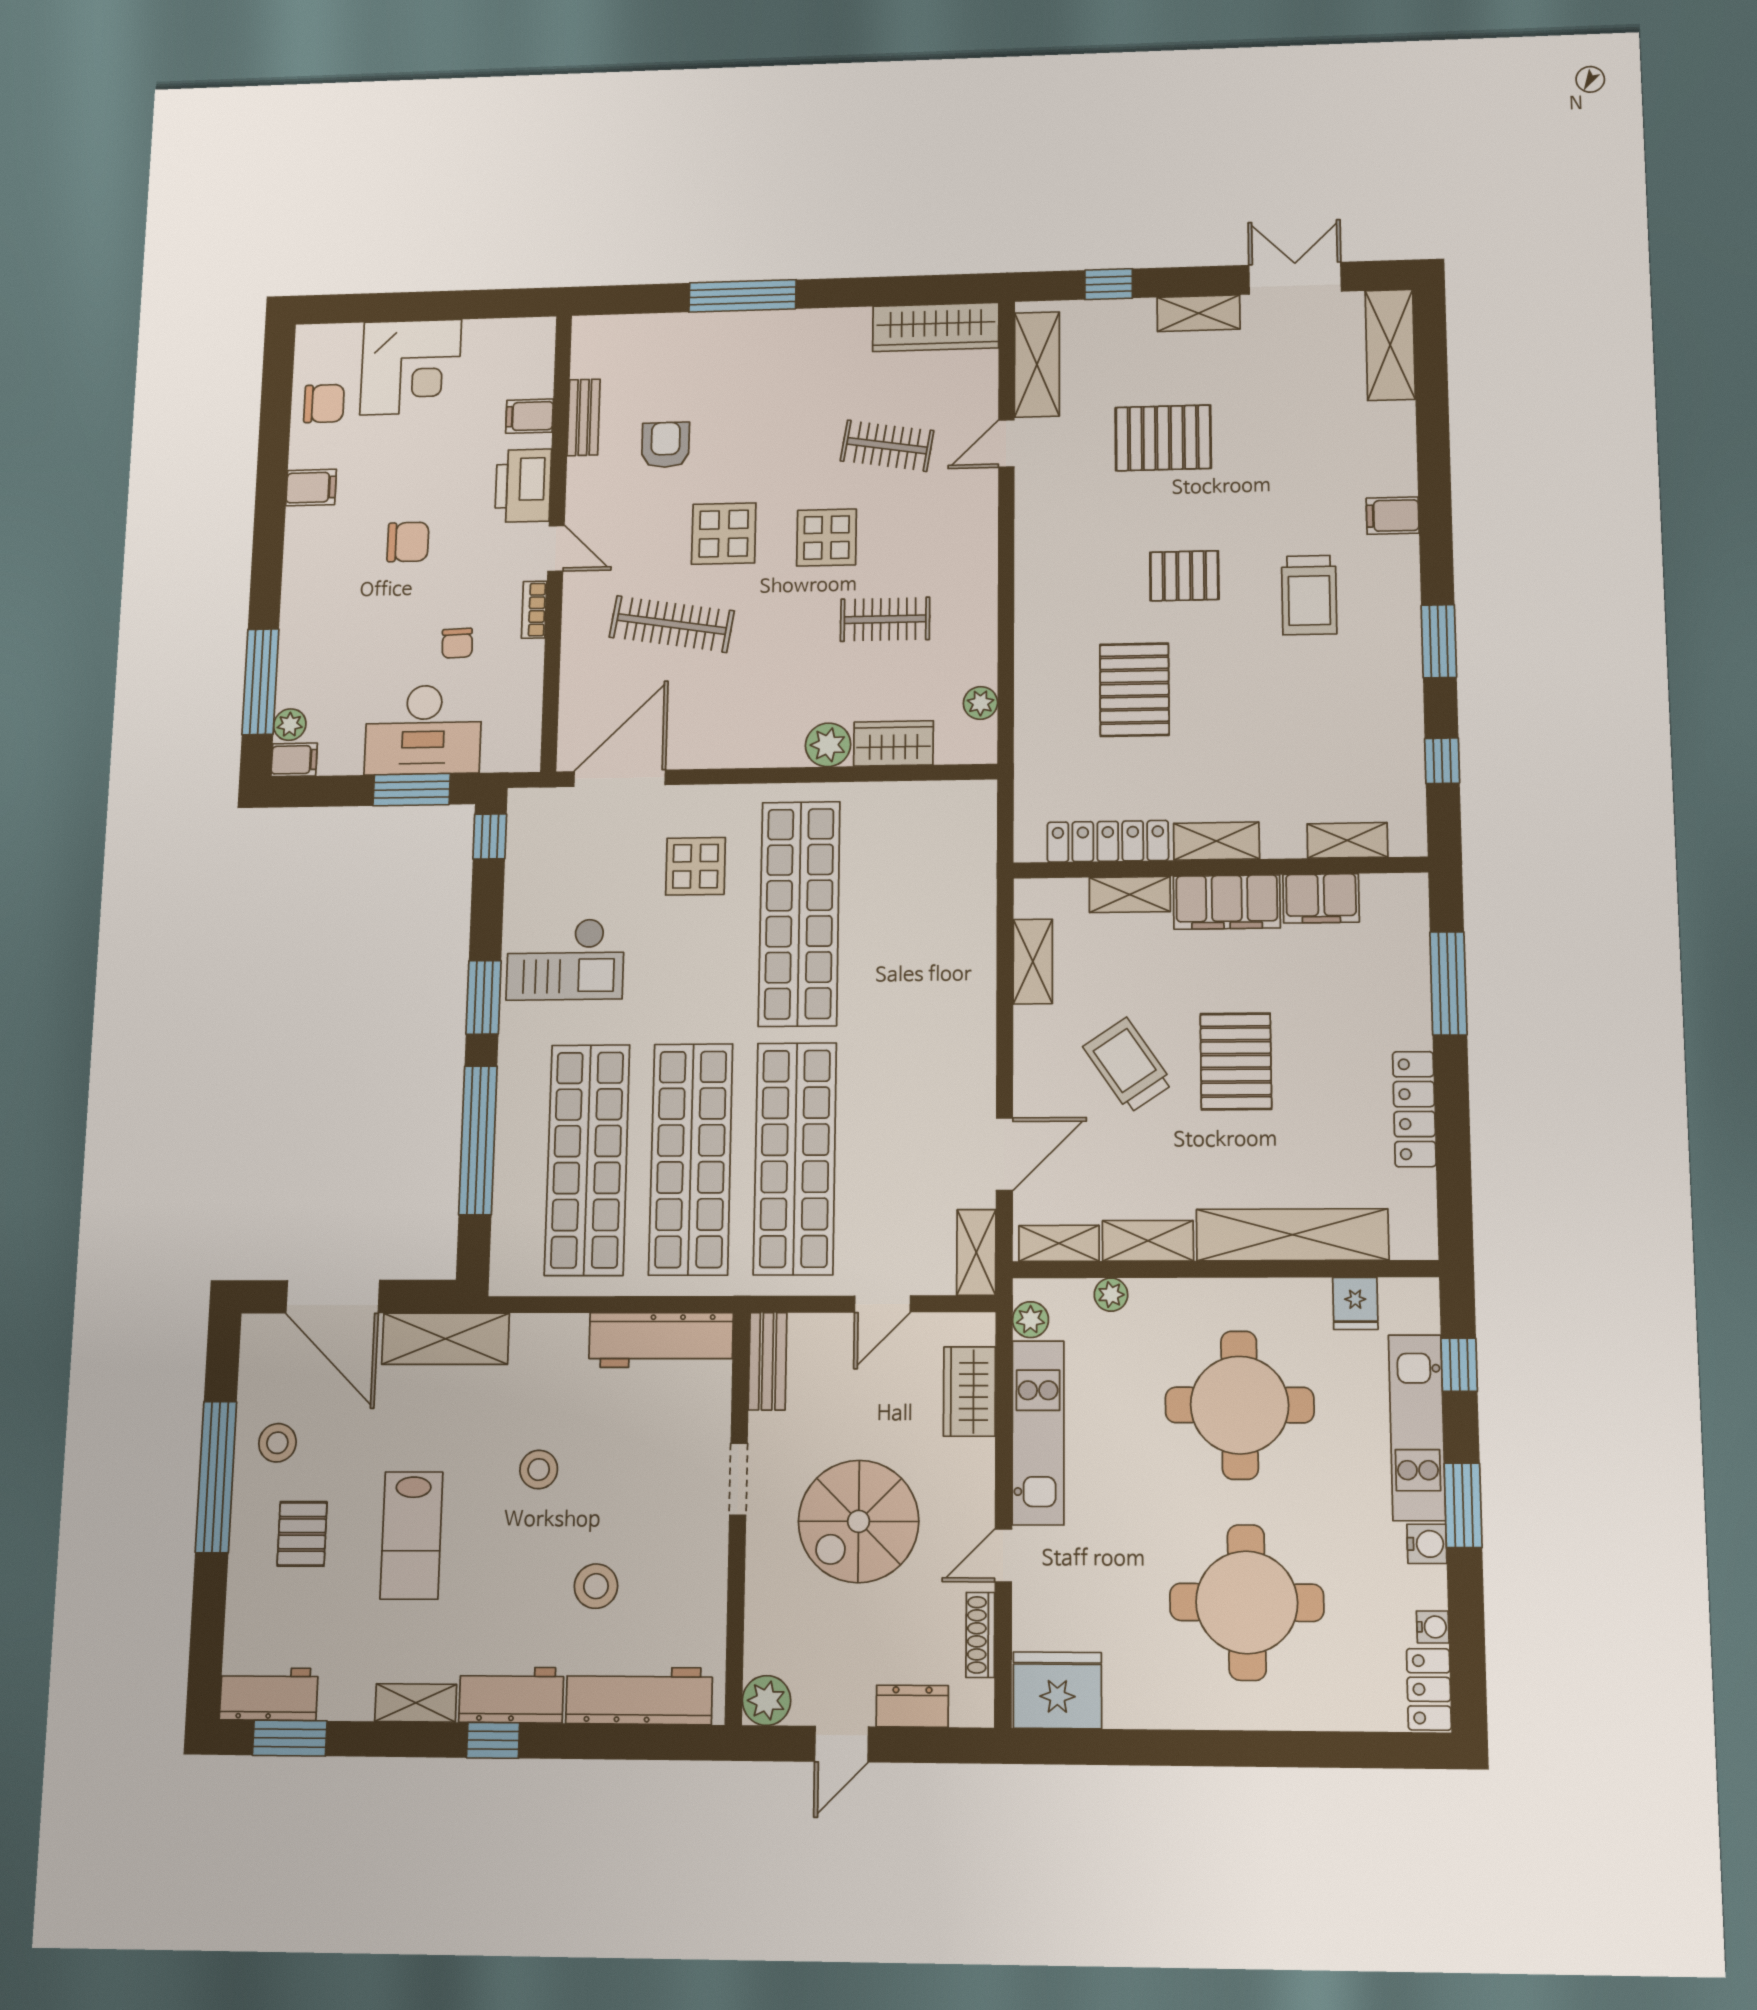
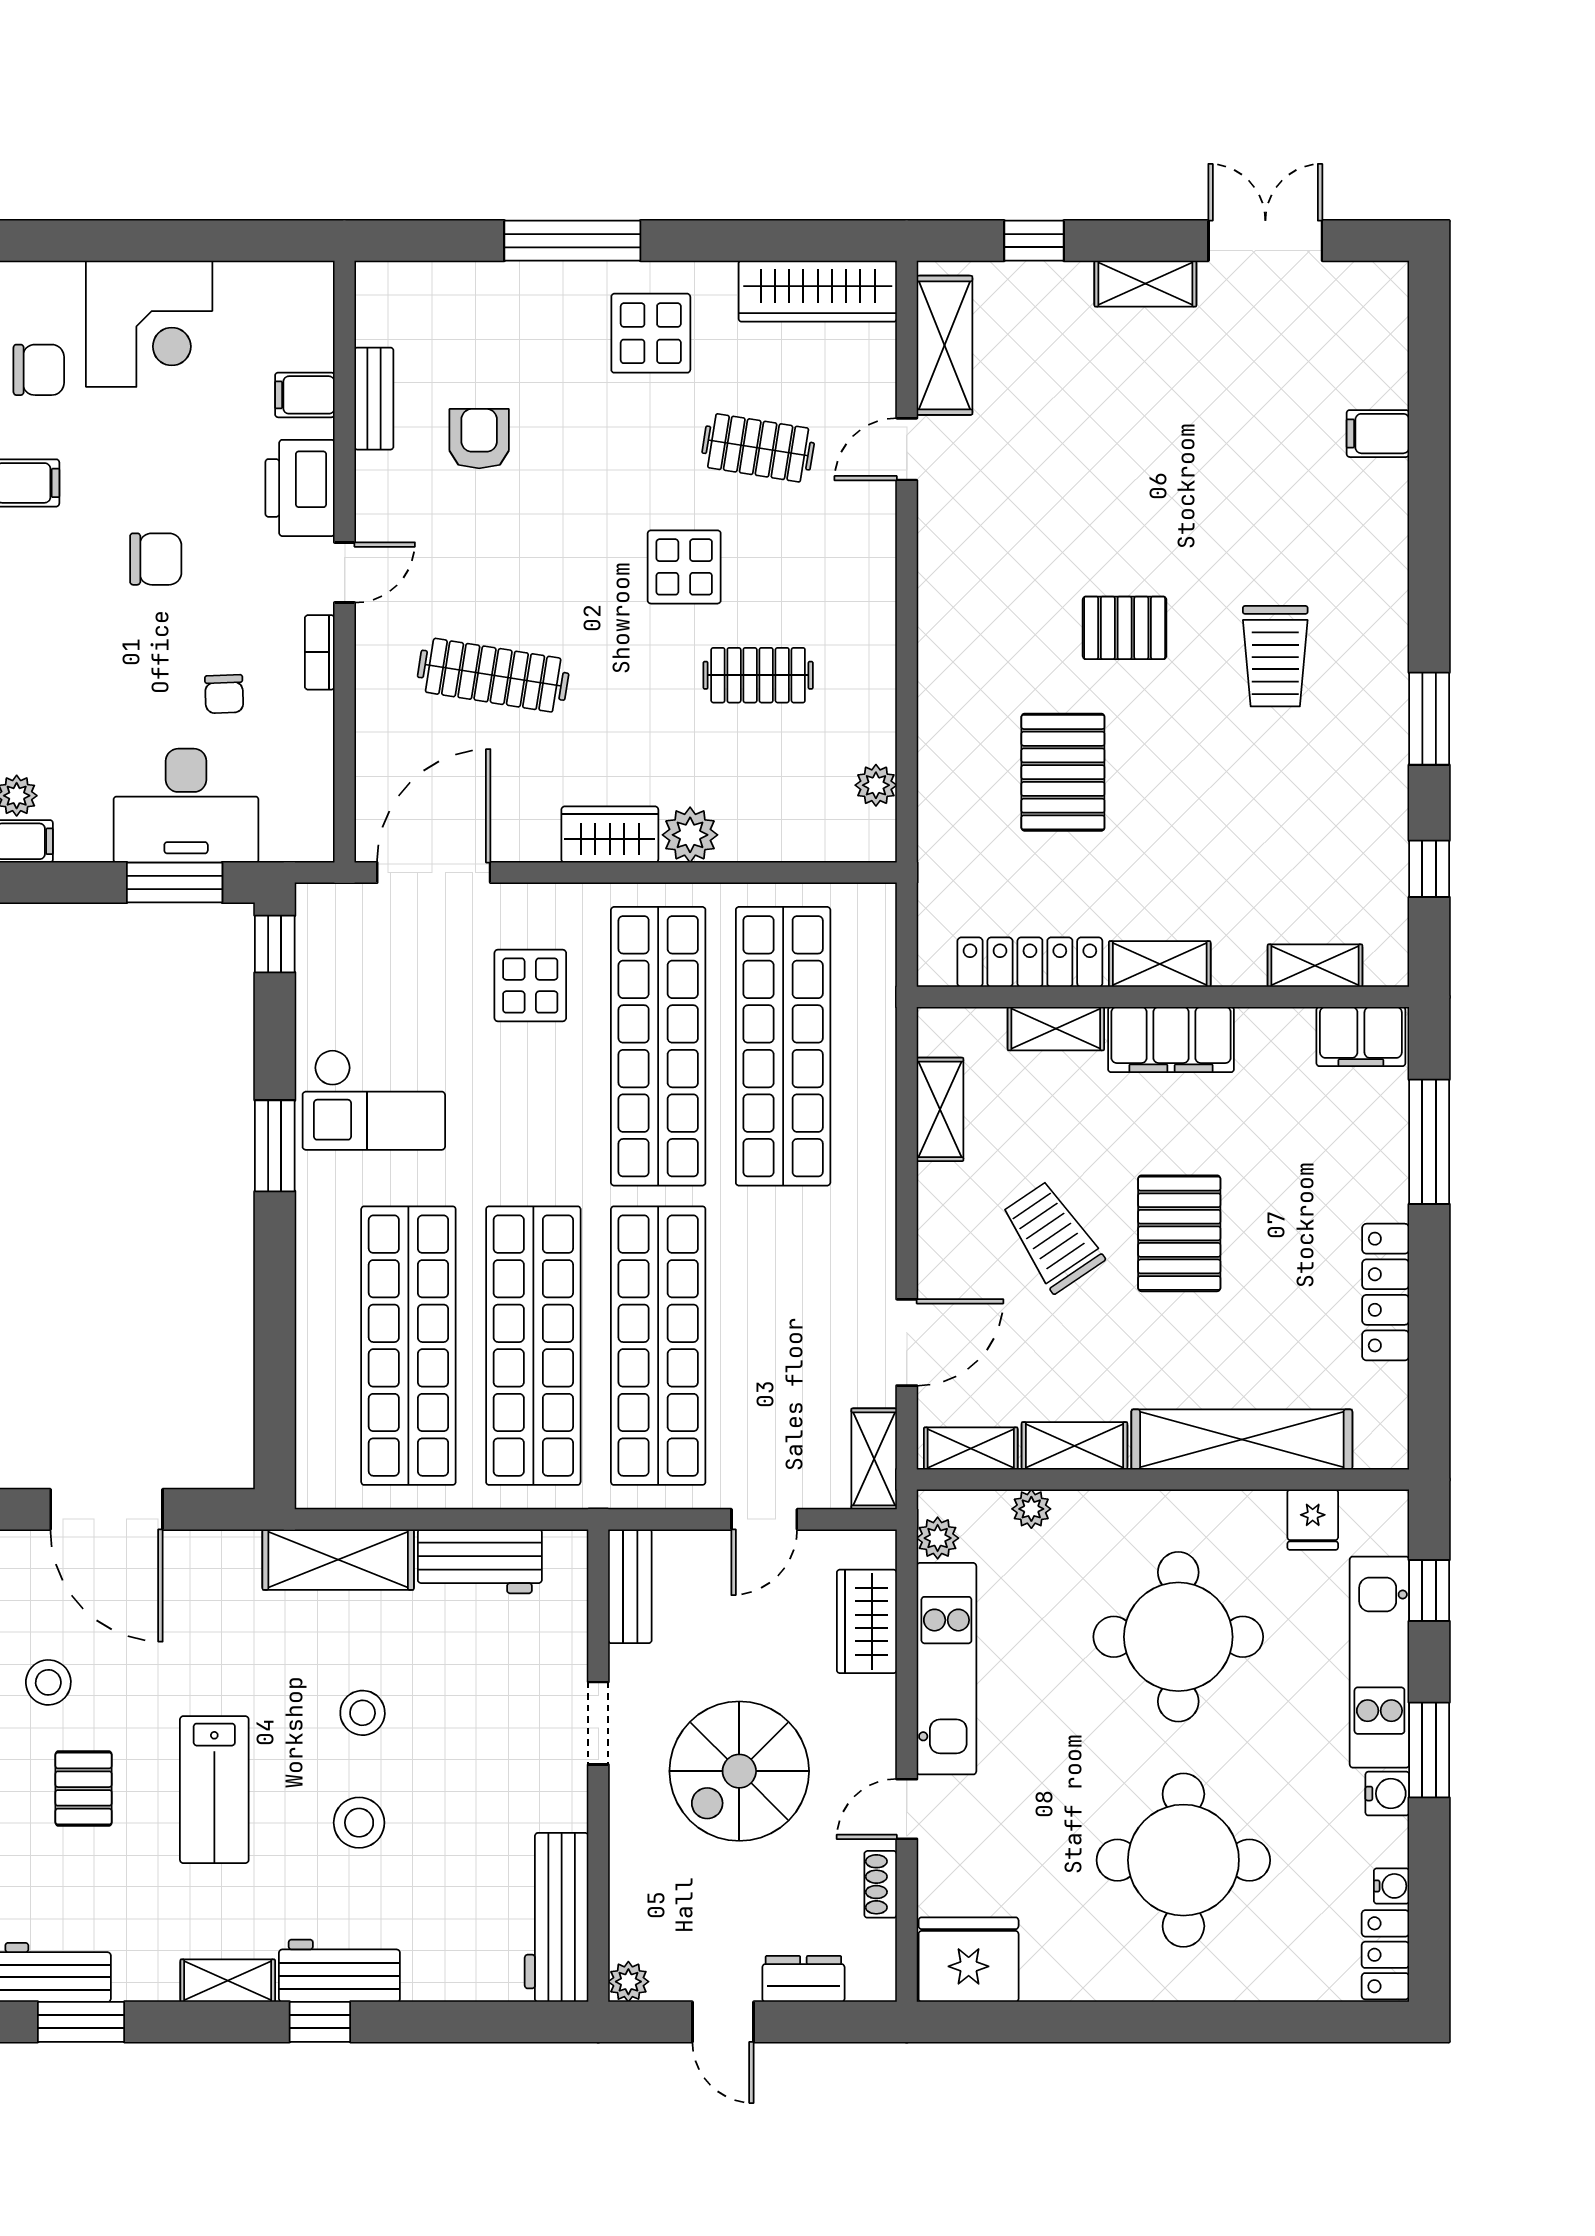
shelving: (1390, 345) -> (1380, 333), removed
pallet: (1163, 438) -> (1100, 448), removed
filing cabinet: (1393, 516) -> (1378, 434), moved
display table: (724, 534) -> (651, 333), moved
door: (556, 548) -> (344, 573), hinge flipped
wardrobe: (894, 743) -> (610, 834), moved
filing cabinet: (1321, 898) -> (1361, 1037), moved
shop shelf: (902, 912) -> (783, 1046), added
window: (478, 1140) -> (275, 1321), removed
shelving: (446, 1339) -> (338, 1560), moved
workbench: (661, 1340) -> (480, 1561), width x0.73
stool: (596, 1586) -> (359, 1823), moved
shoe rack: (980, 1635) -> (881, 1884), width x0.70
workbench: (639, 1696) -> (557, 1917), moved, turned -90
plant: (766, 1700) -> (628, 1982), width x0.73, depth x0.73
door: (842, 1744) -> (723, 2022), hinge flipped

